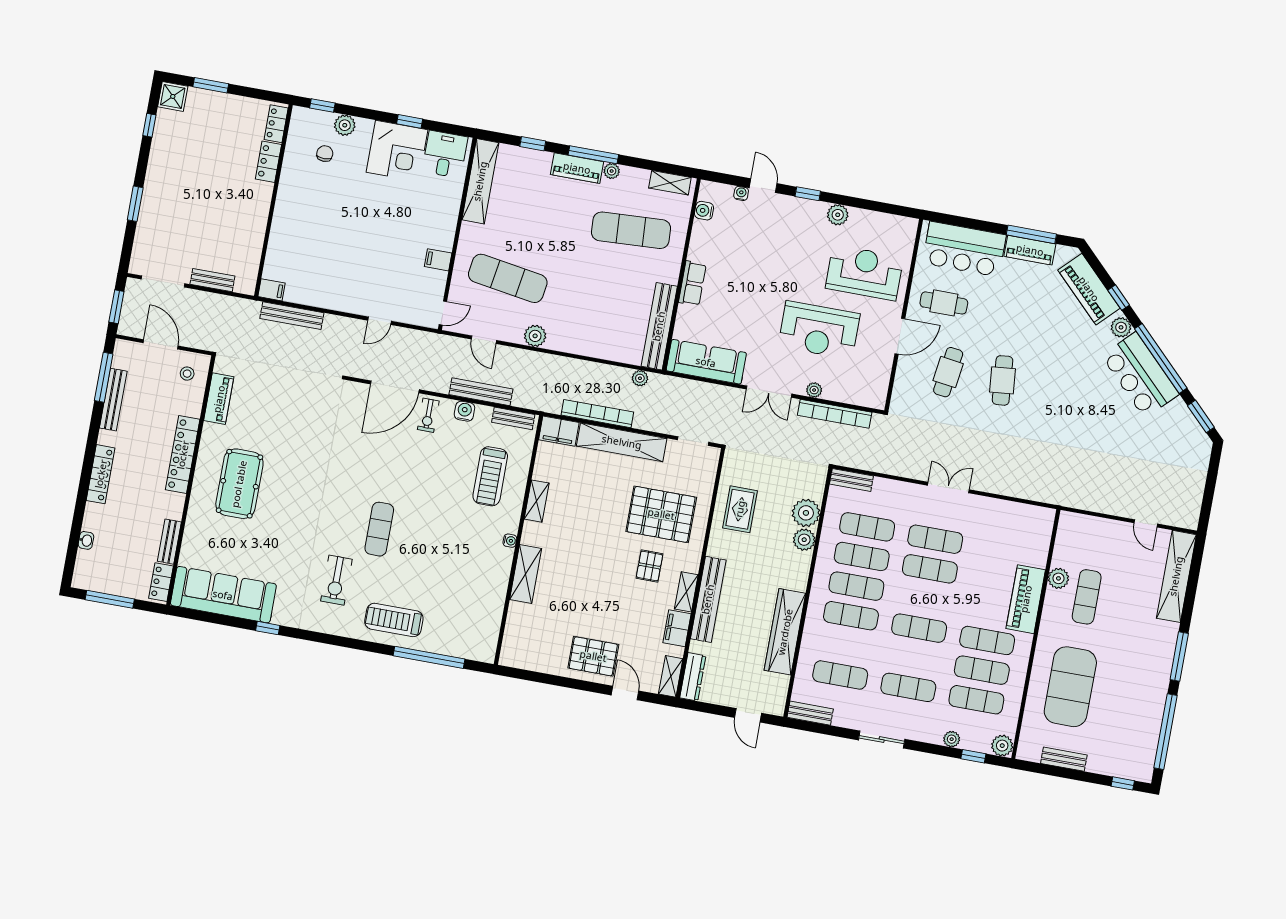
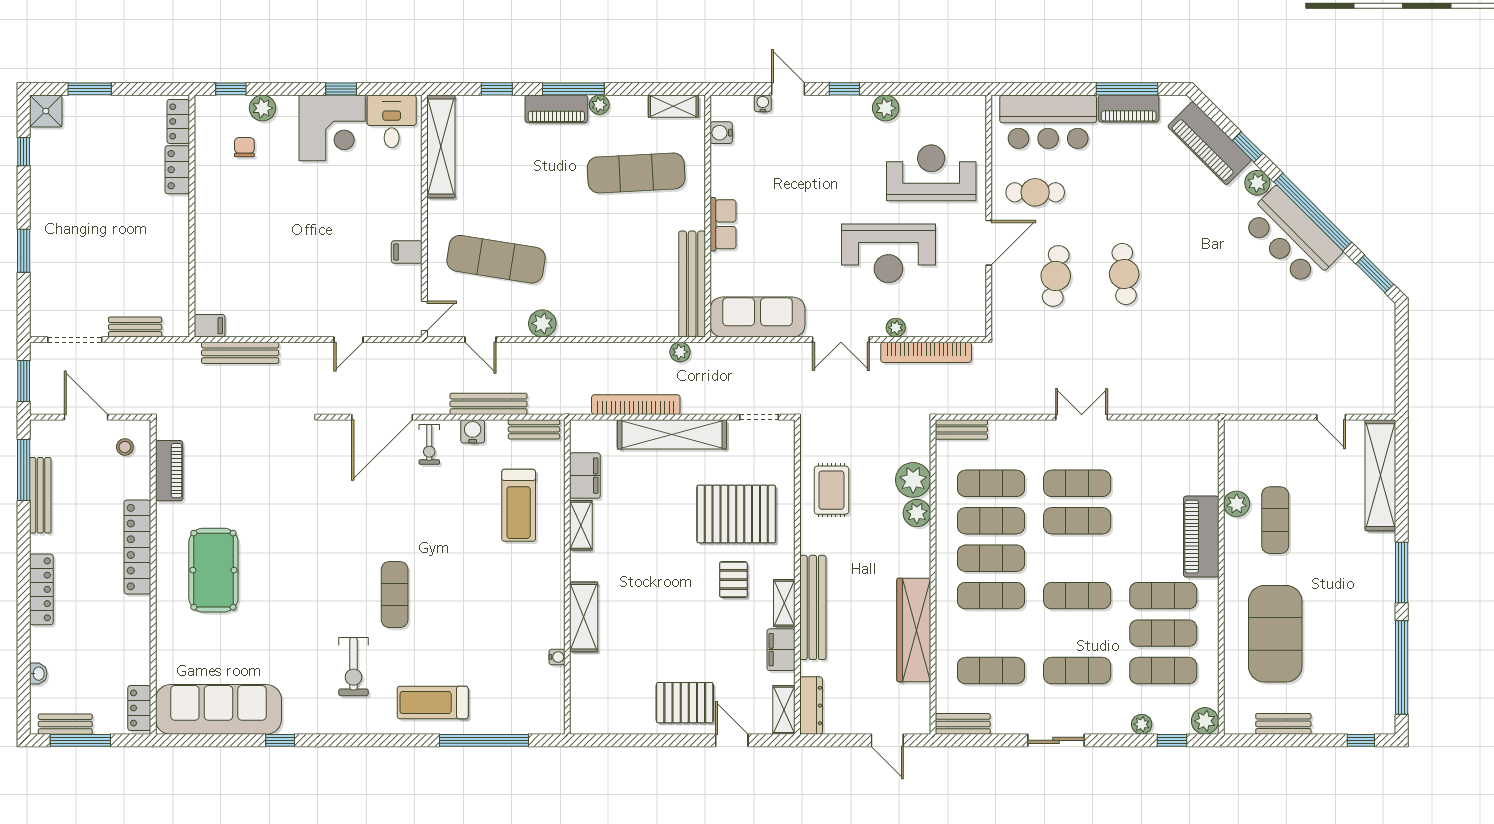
filing cabinet: (559, 431) -> (585, 476), moved, turned -90
water cooler: (510, 541) -> (557, 657), moved
bench: (169, 542) -> (65, 724), moved, turned 90

